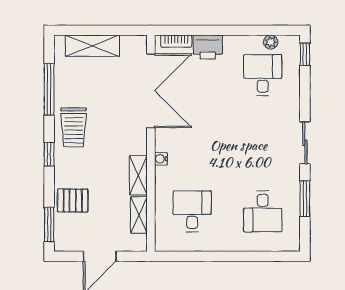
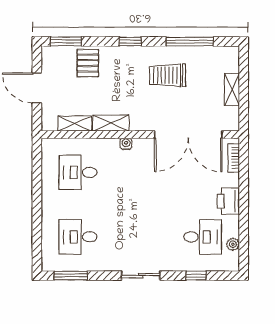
shelving: (92, 46) -> (232, 89), width x0.67, depth x0.75
printer: (208, 47) -> (228, 201), moved
window: (305, 54) -> (196, 276), moved
trolley: (74, 127) -> (168, 75), moved
window: (305, 199) -> (71, 276), moved
desk: (192, 211) -> (78, 172), turned 180

